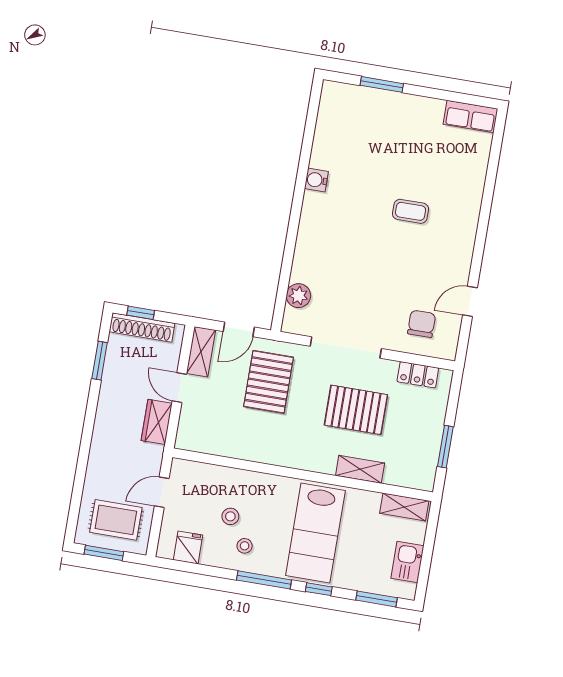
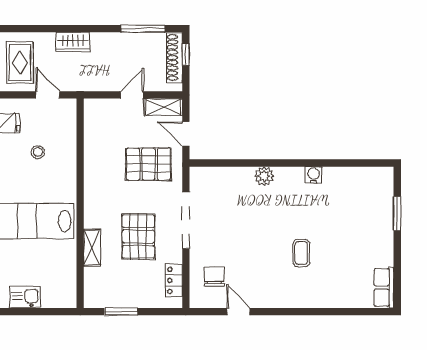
plant: (298, 296) -> (264, 176), moved
chair: (422, 324) -> (214, 277), turned -90
window: (100, 361) -> (143, 29), width x1.44
wardrobe: (157, 422) -> (73, 42), moved, turned 180
shelving: (404, 507) -> (68, 287), removed
stool: (245, 546) -> (17, 167), removed

